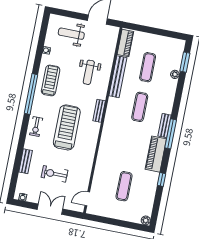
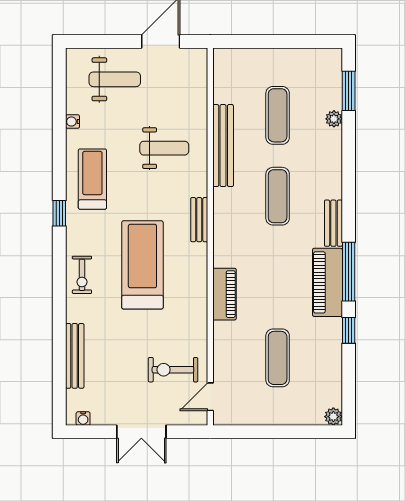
weight bench: (71, 34) -> (115, 79), turned 180
piano: (125, 43) -> (224, 294), moved
weight bench: (89, 72) -> (164, 148), turned -90
window: (31, 94) -> (59, 213), width x0.32
window: (171, 134) -> (349, 272), moved
bench: (26, 161) -> (75, 356), width x1.36
exercise bike: (54, 174) -> (173, 370), moved
double door: (50, 209) -> (141, 432), swing flipped

